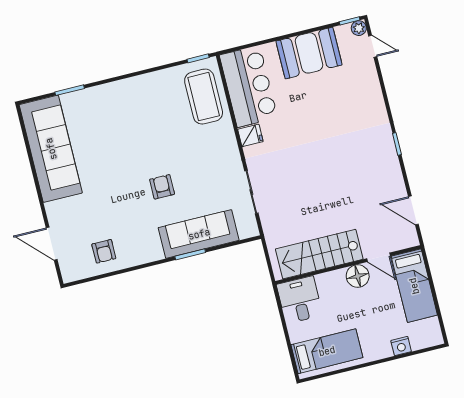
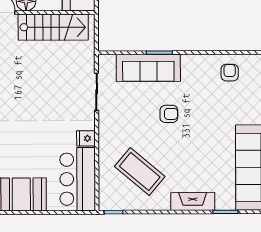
fireplace: (110, 93) -> (193, 202), added
coffee table: (204, 97) -> (140, 172), moved, turned -50
armchair: (162, 187) -> (169, 114), turned -90

